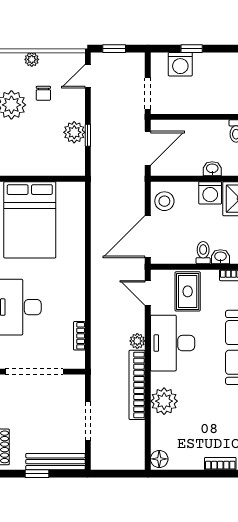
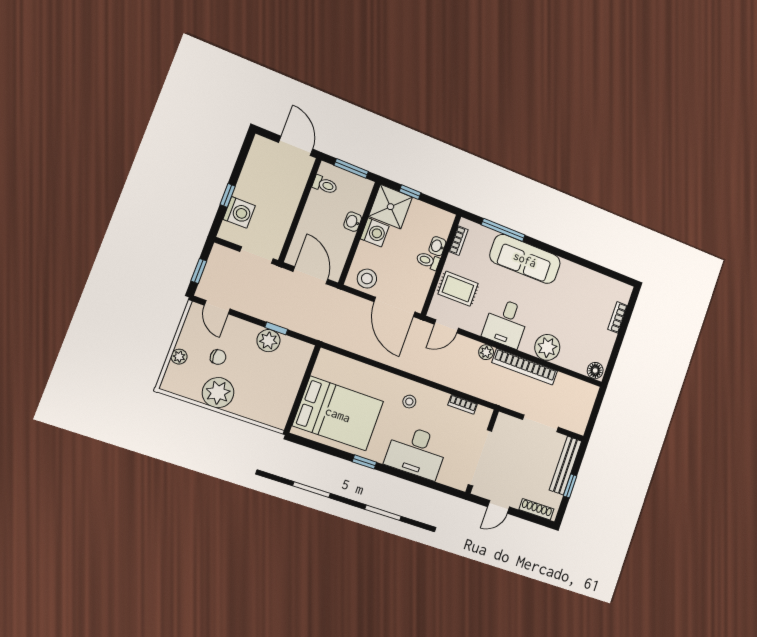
stool: (64, 283) -> (409, 402), added
desk: (173, 343) -> (506, 323), width x0.73

